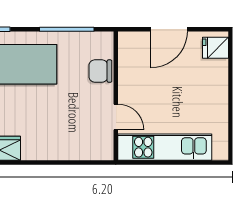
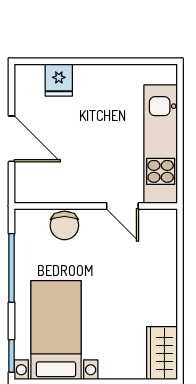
fridge: (216, 48) -> (59, 80), moved
door: (116, 117) -> (122, 206), swing flipped

